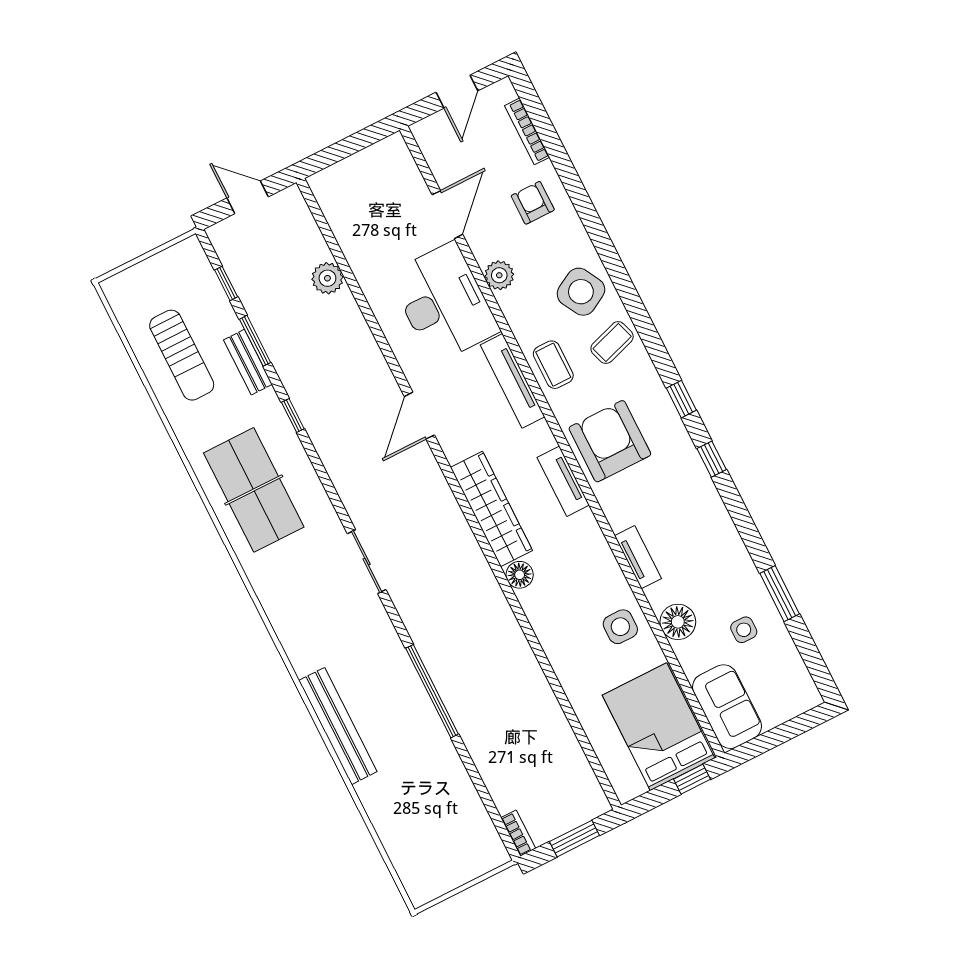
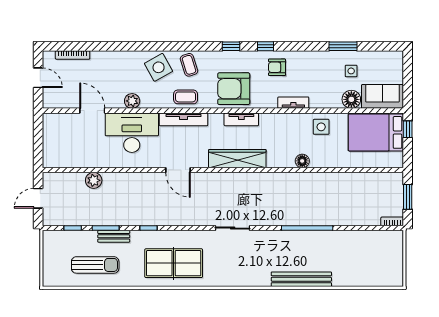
armchair: (533, 203) -> (277, 67), moved
floor lamp: (520, 575) -> (302, 161), moved
floor lamp: (678, 622) -> (351, 99), moved

